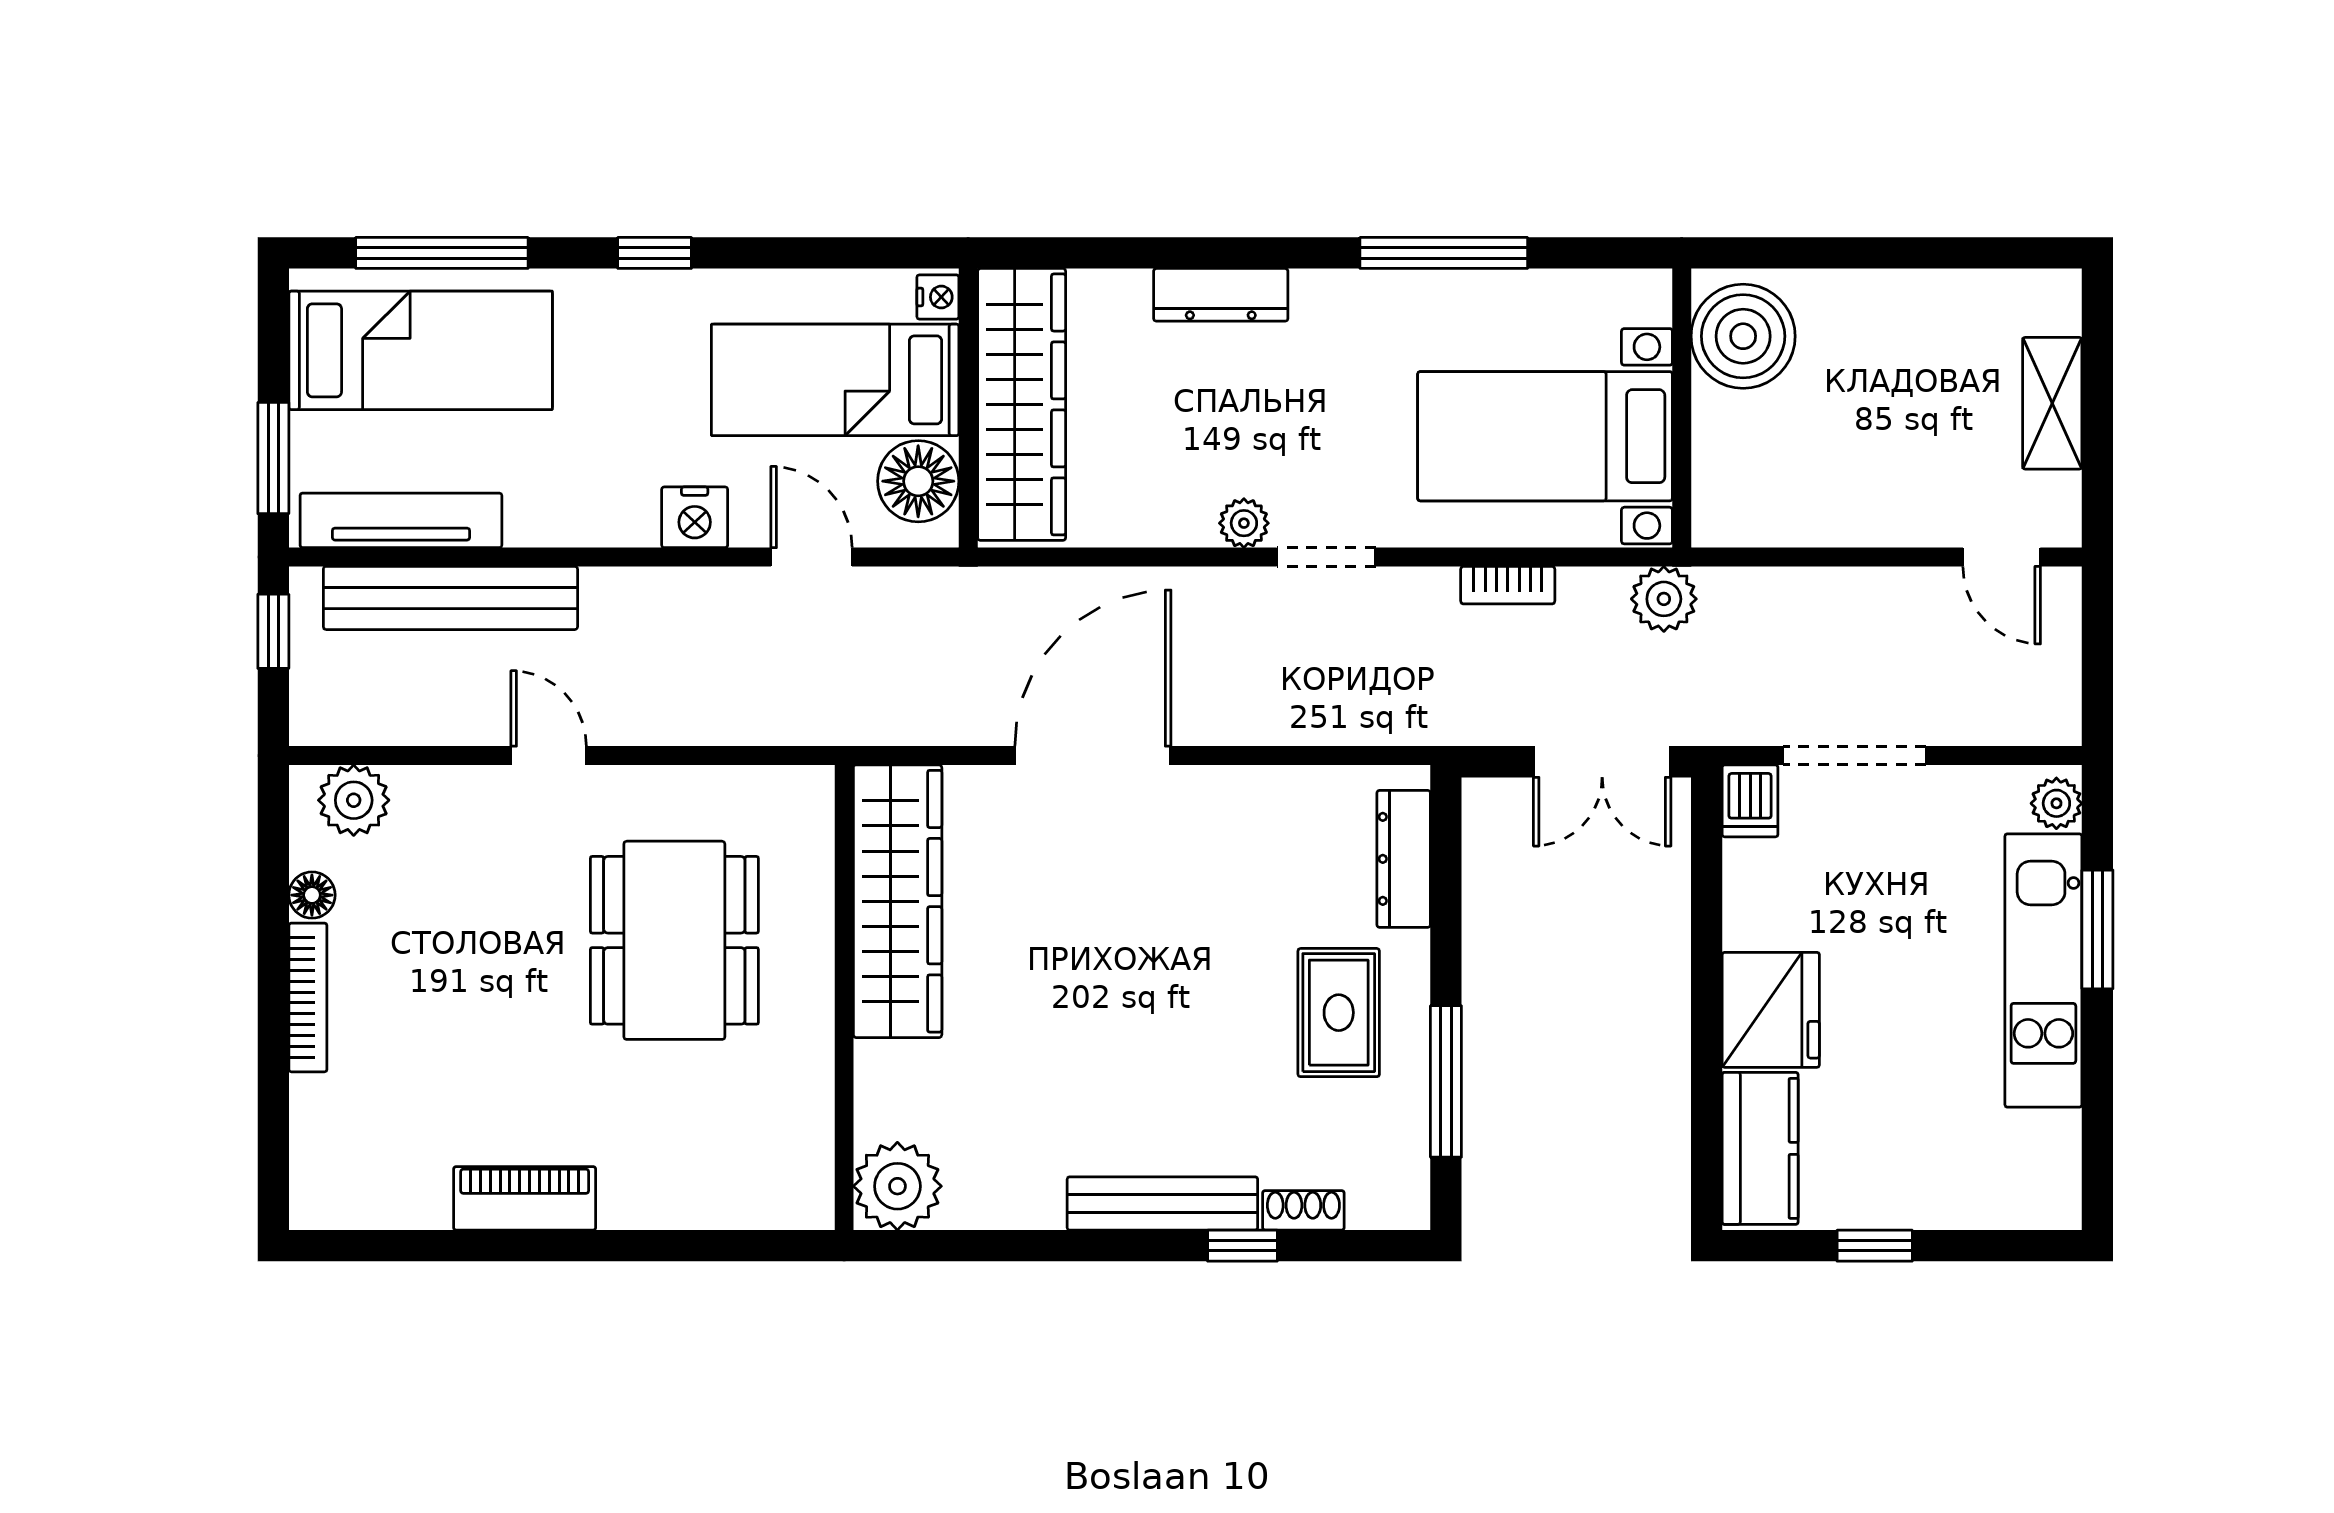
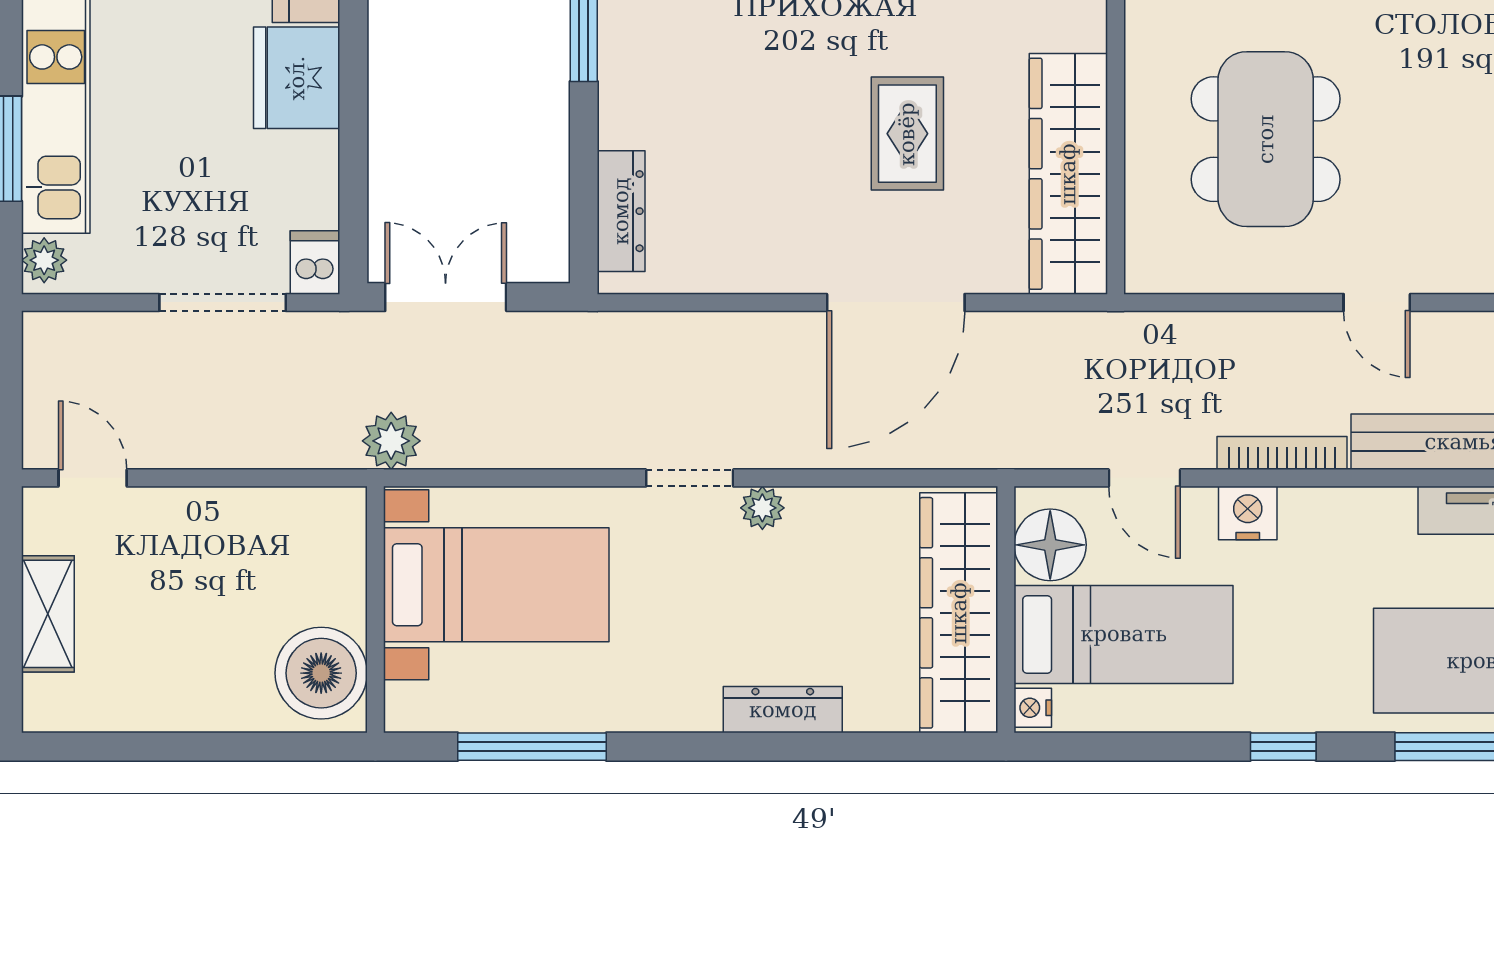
window: (1444, 253) -> (532, 747), moved
bookcase: (1508, 585) -> (1282, 453), moved, width x1.56
rug: (1339, 1013) -> (907, 134), moved

